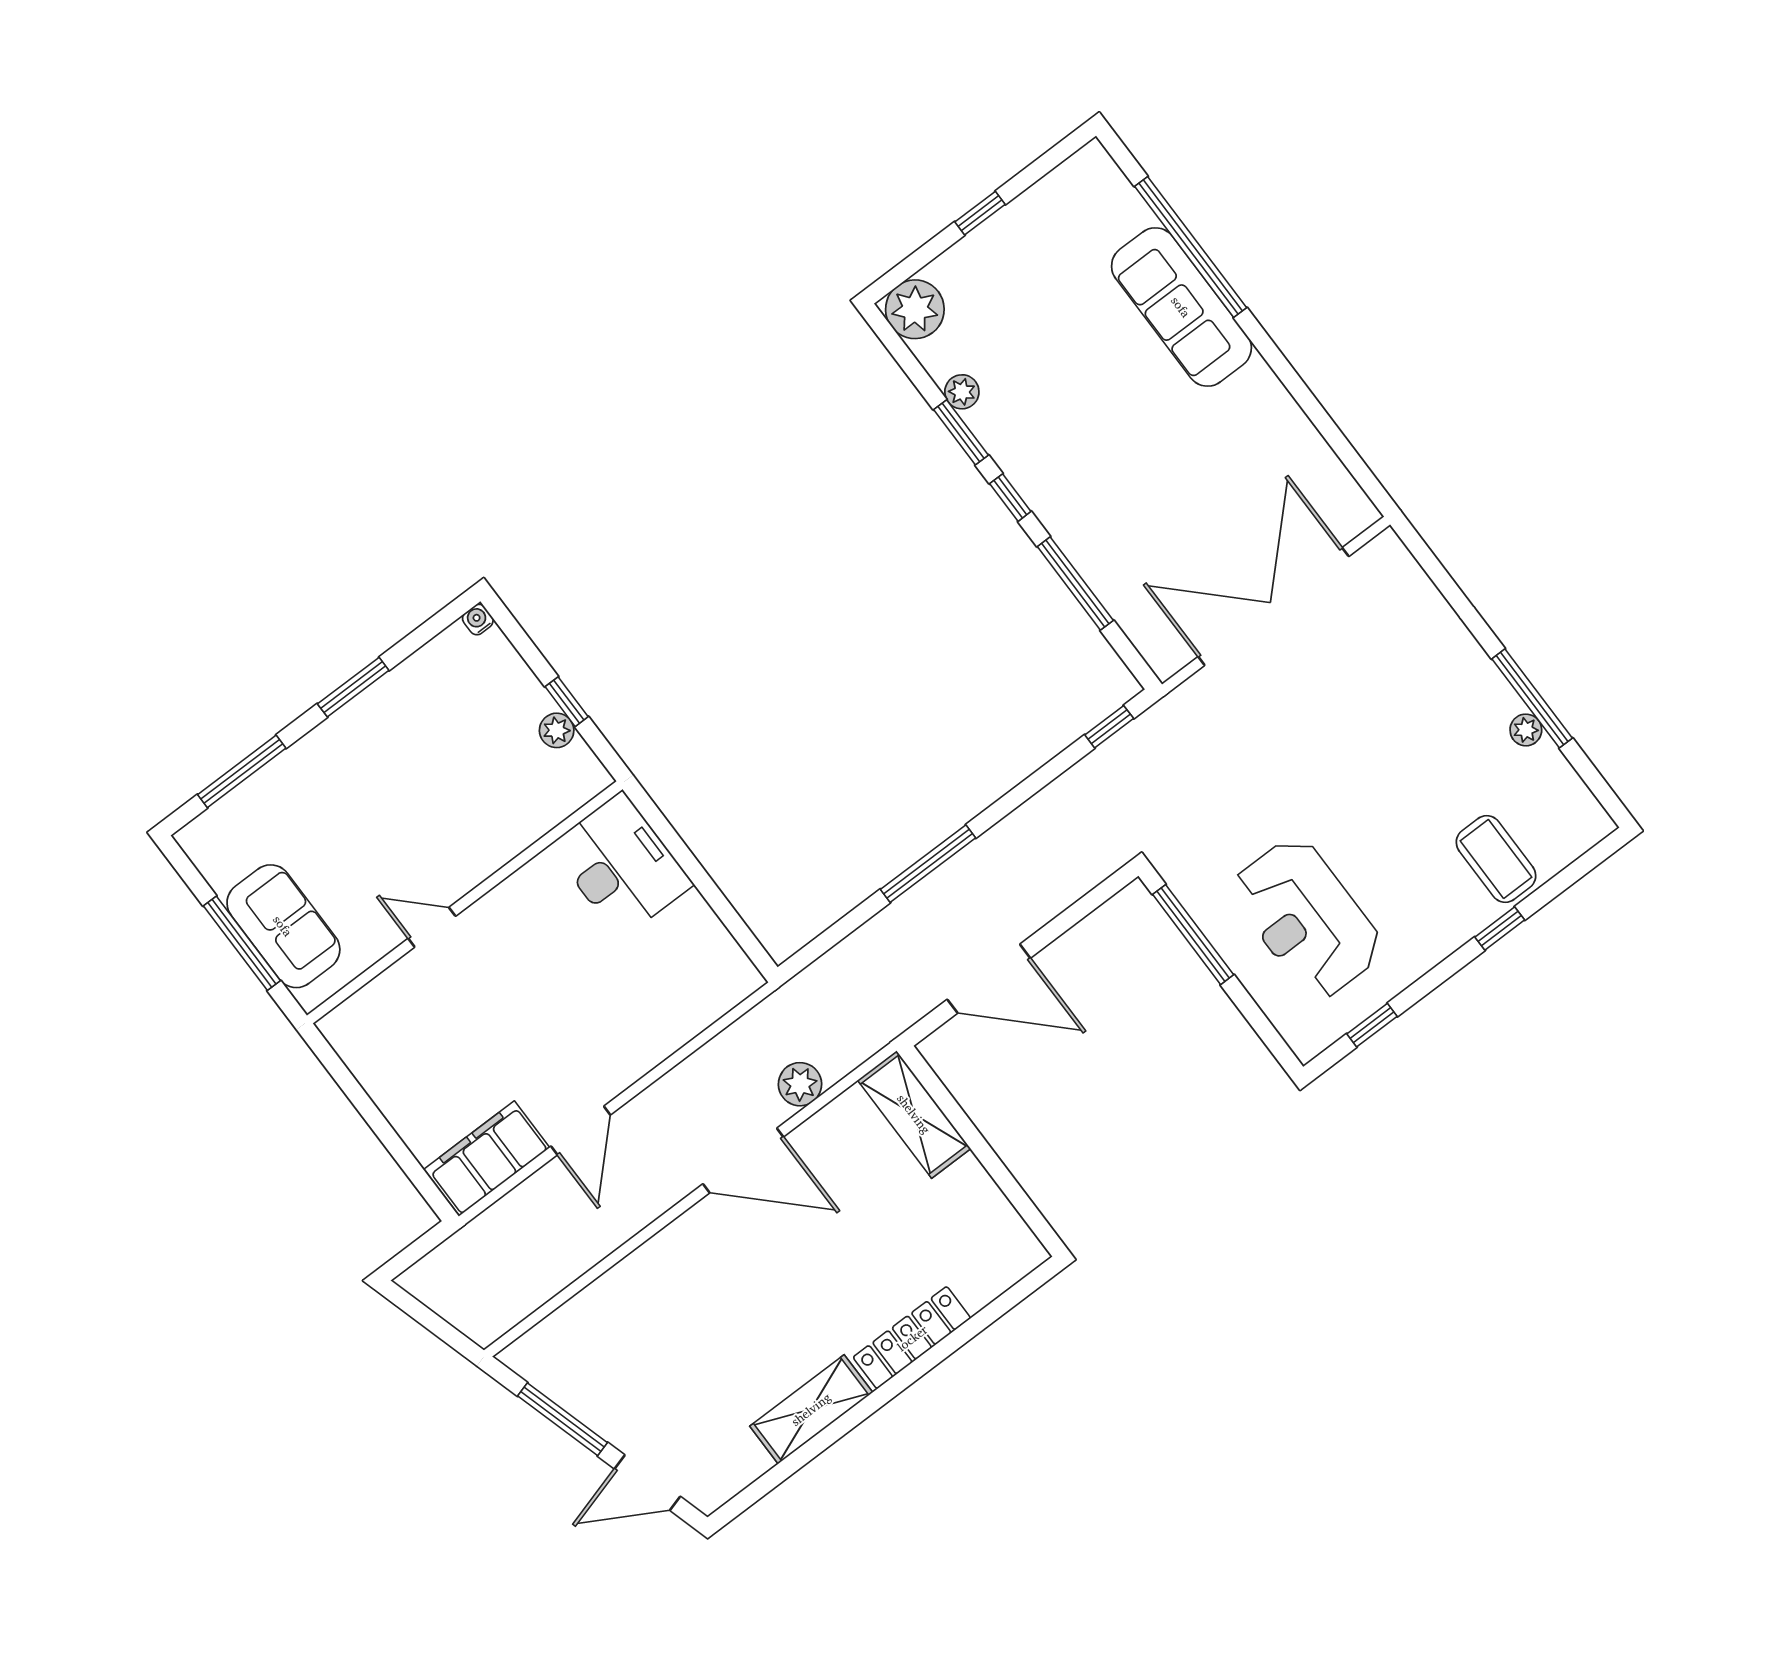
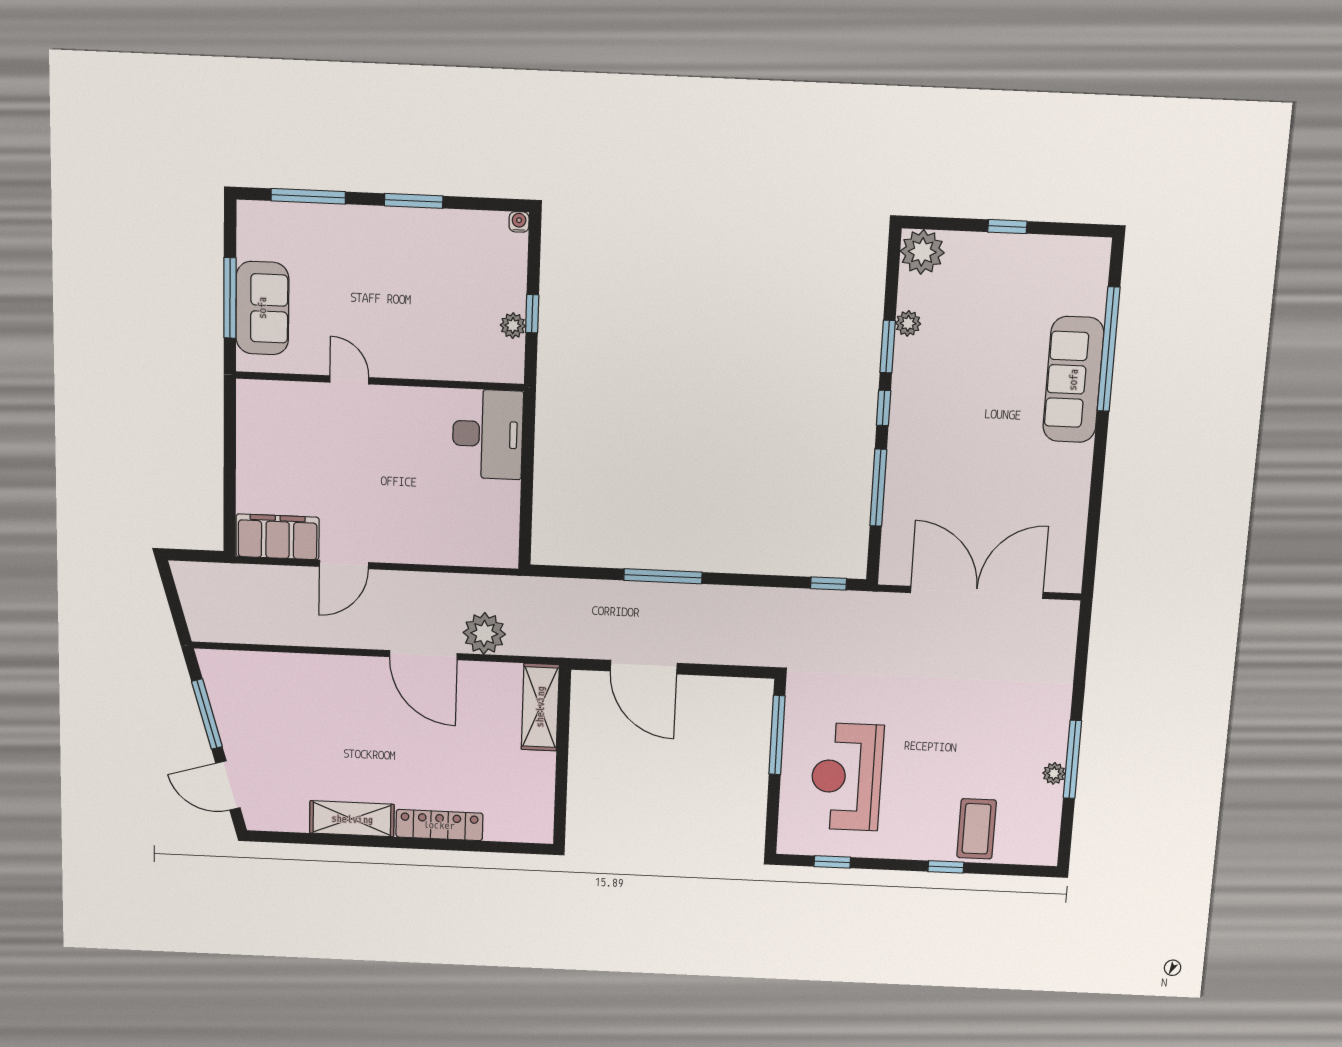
plant: (800, 1084) -> (484, 633), width x1.36, depth x1.36

